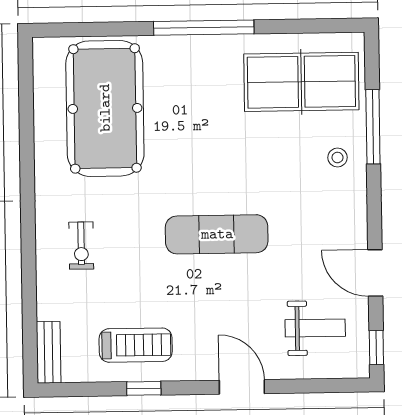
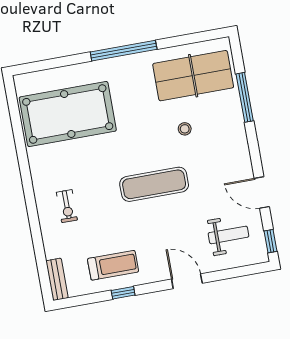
pool table: (105, 108) -> (68, 114), turned 90
stool: (337, 158) -> (185, 129), moved

